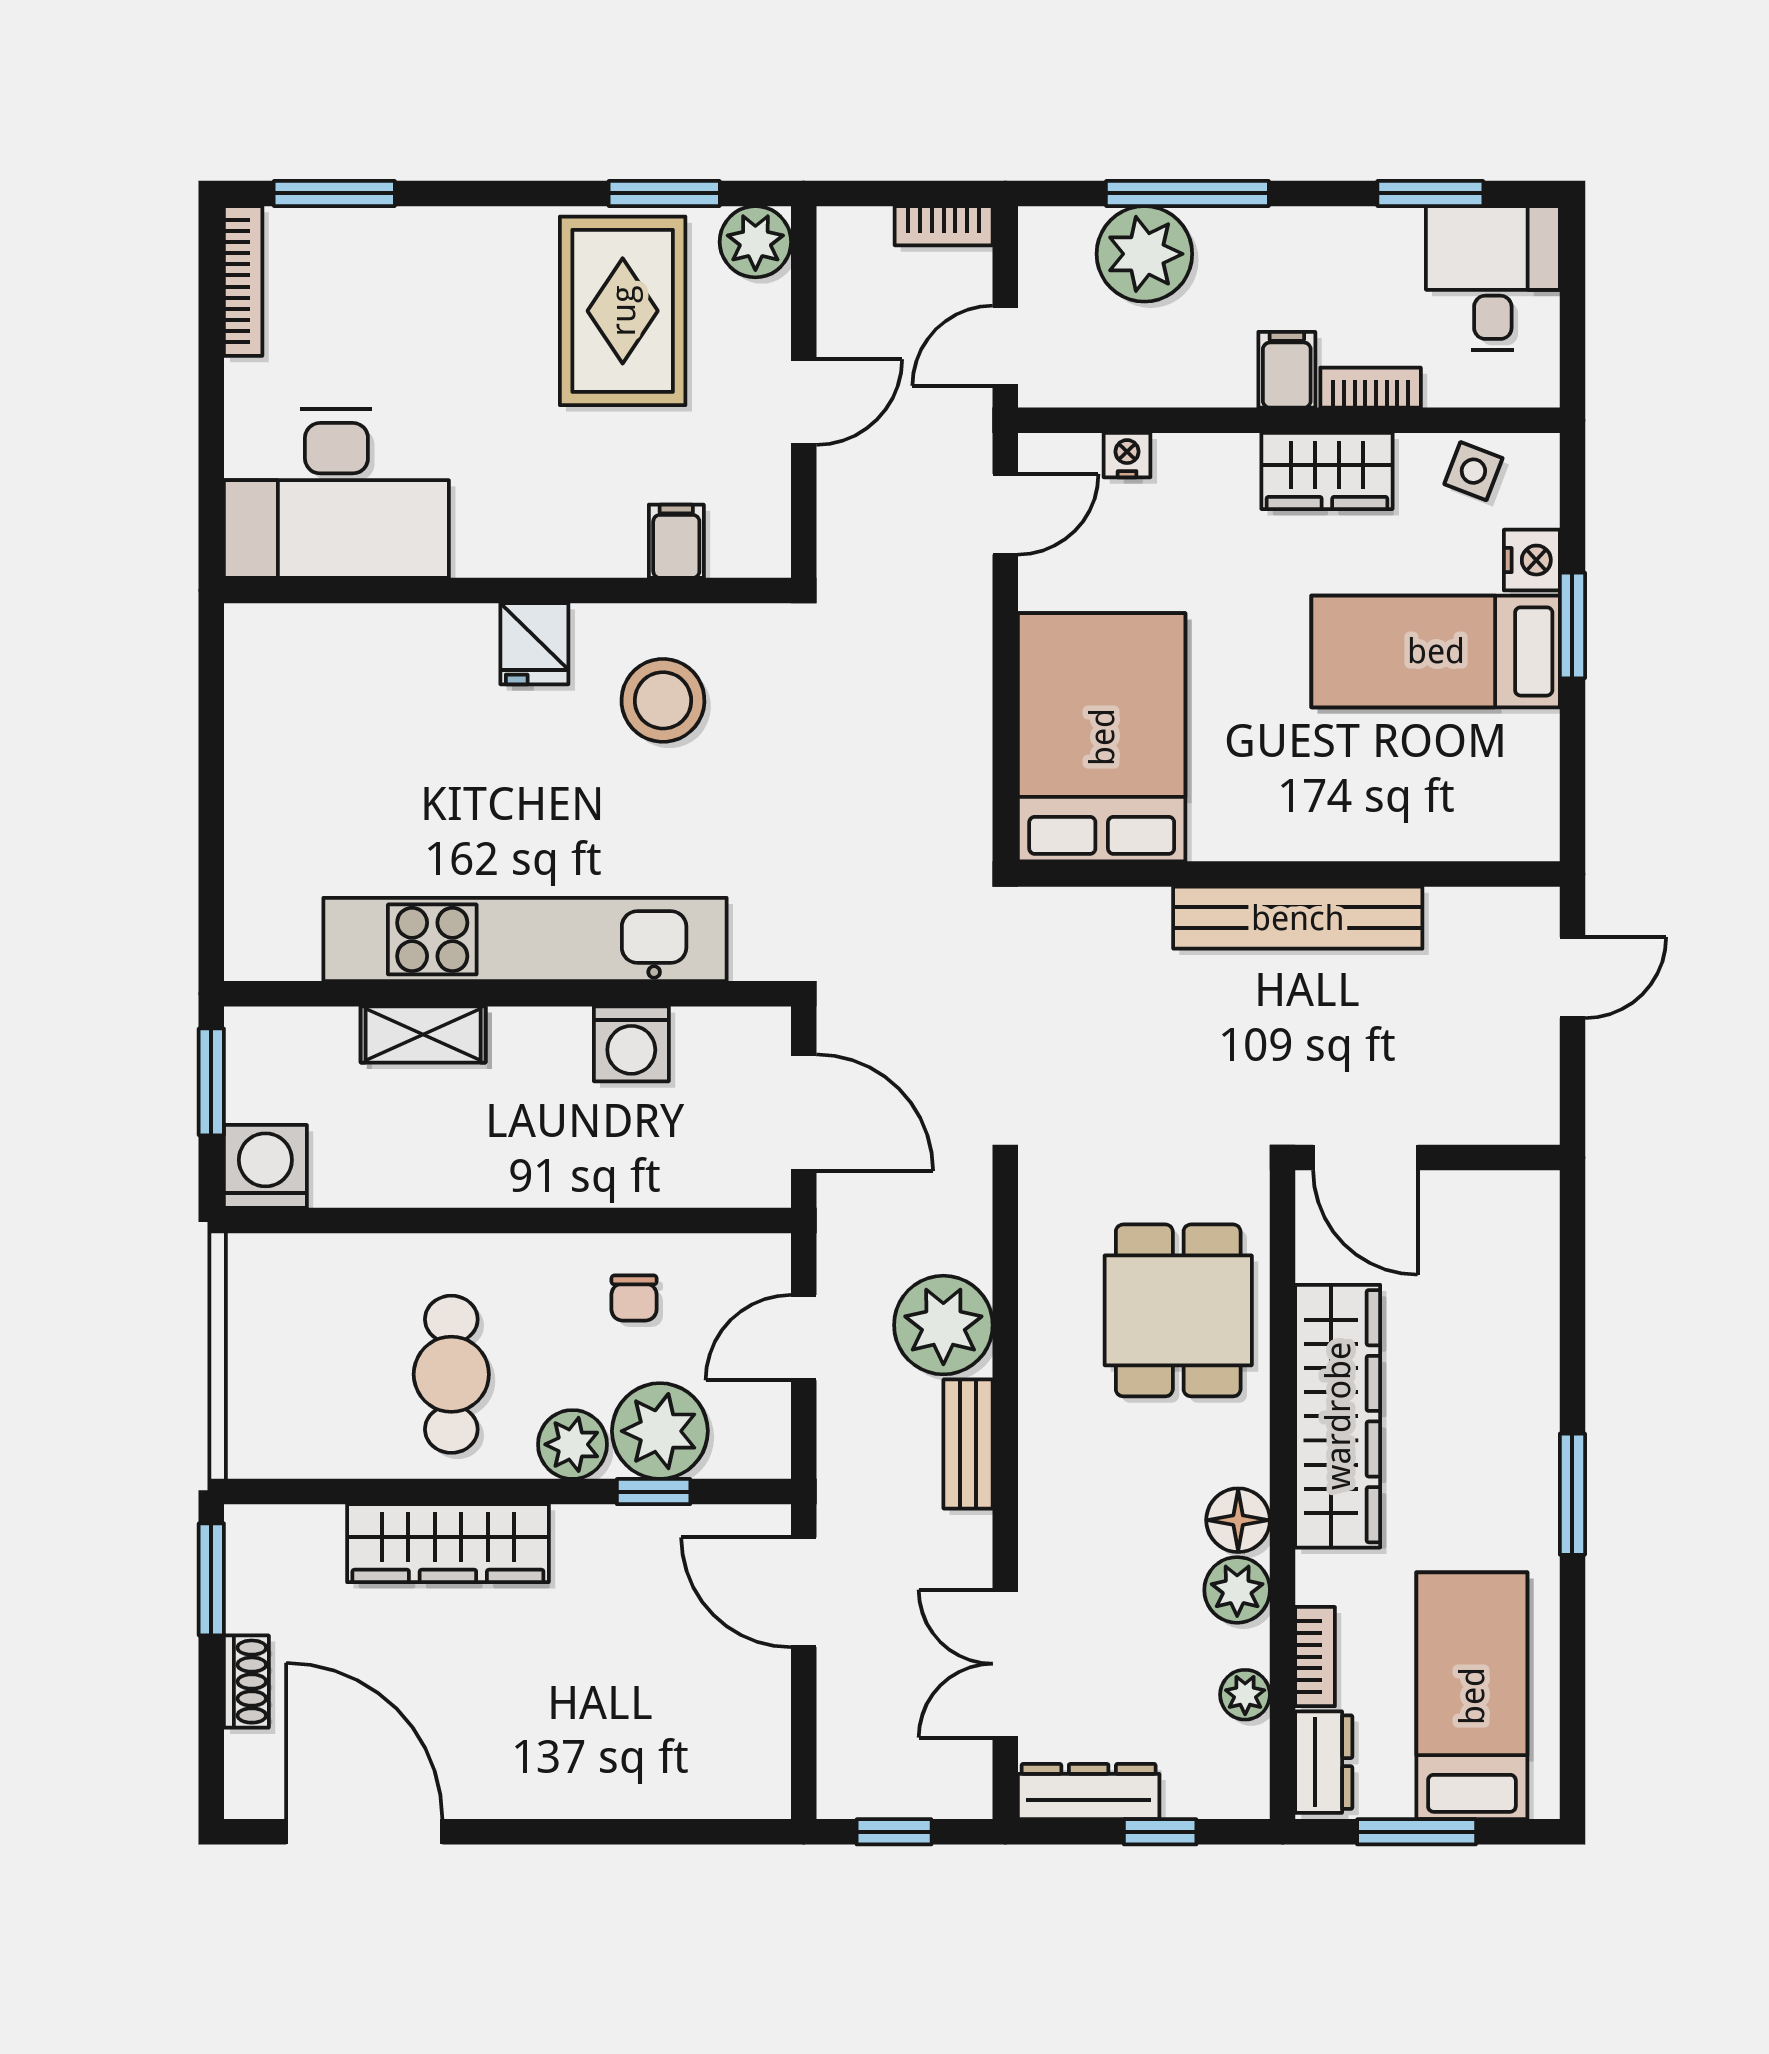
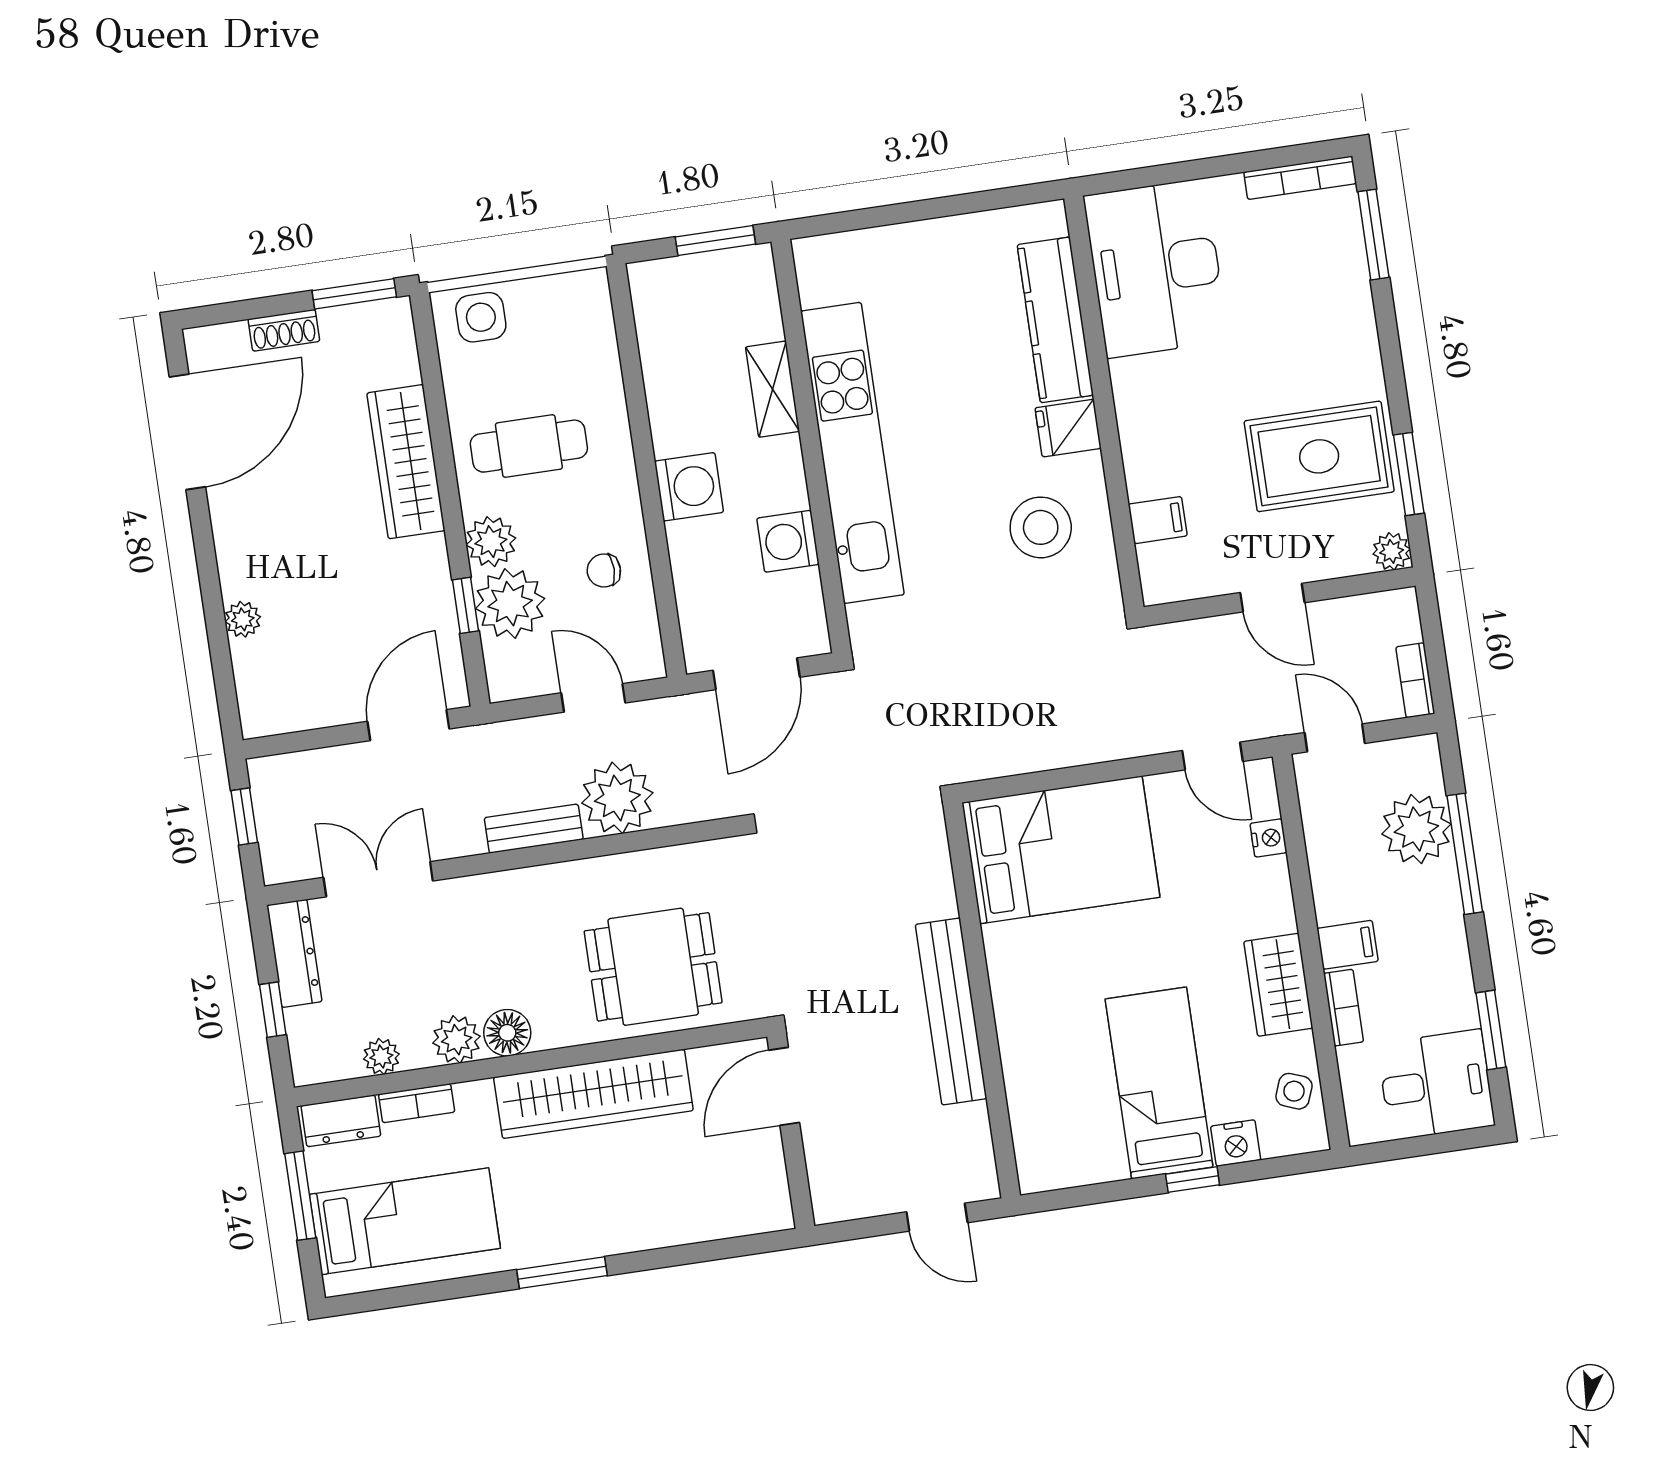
plant: (755, 242) -> (1392, 551), width x0.73, depth x0.73
window: (1572, 625) -> (1193, 1180), width x0.67
kitchen counter: (386, 639) -> (1055, 320), added
washing machine: (265, 1166) -> (689, 487), moved
side table: (268, 1413) -> (481, 317), added
plant: (628, 1795) -> (243, 619), added

